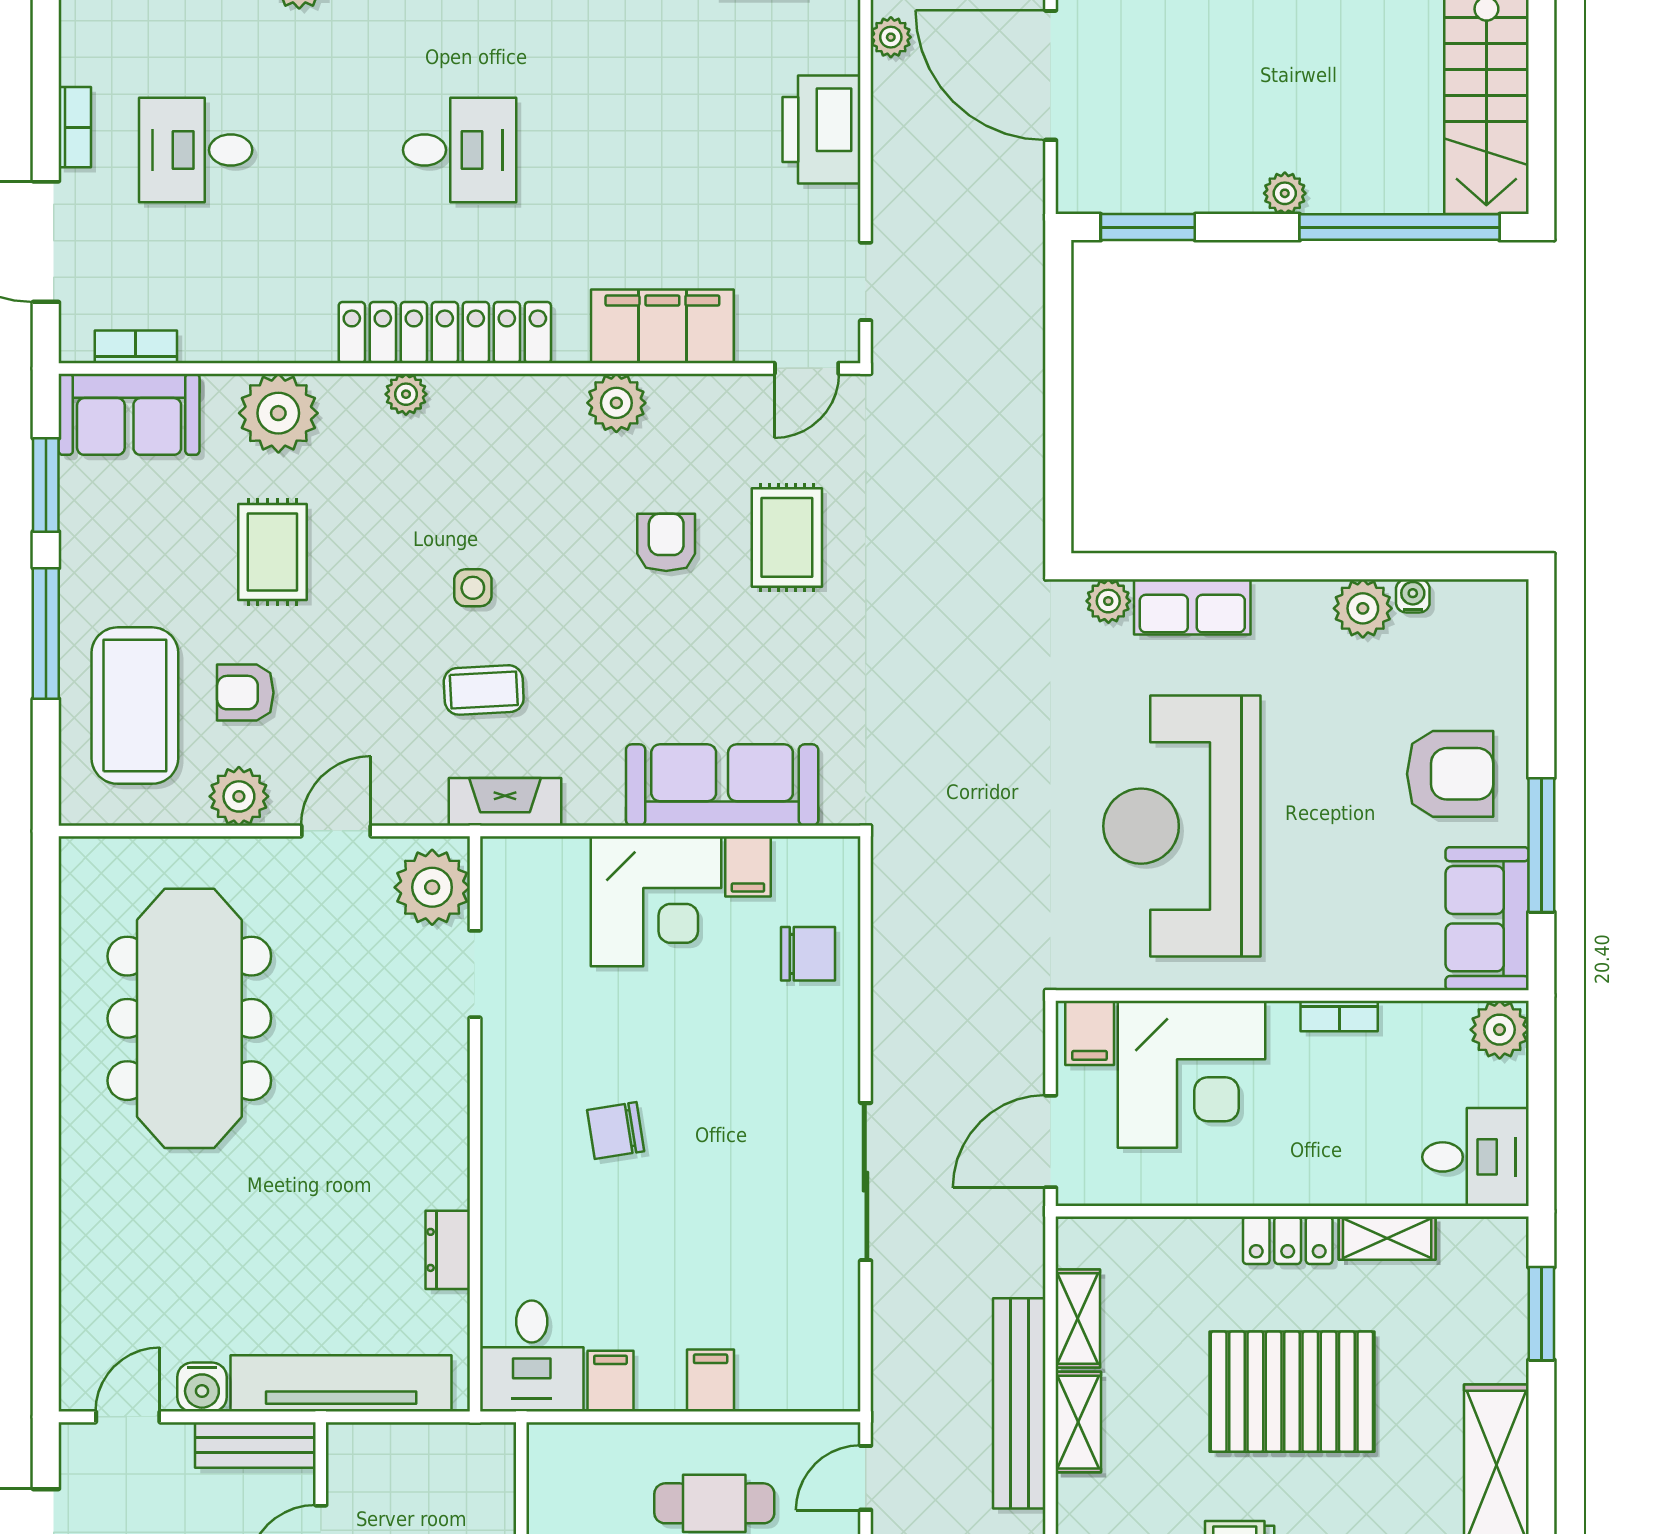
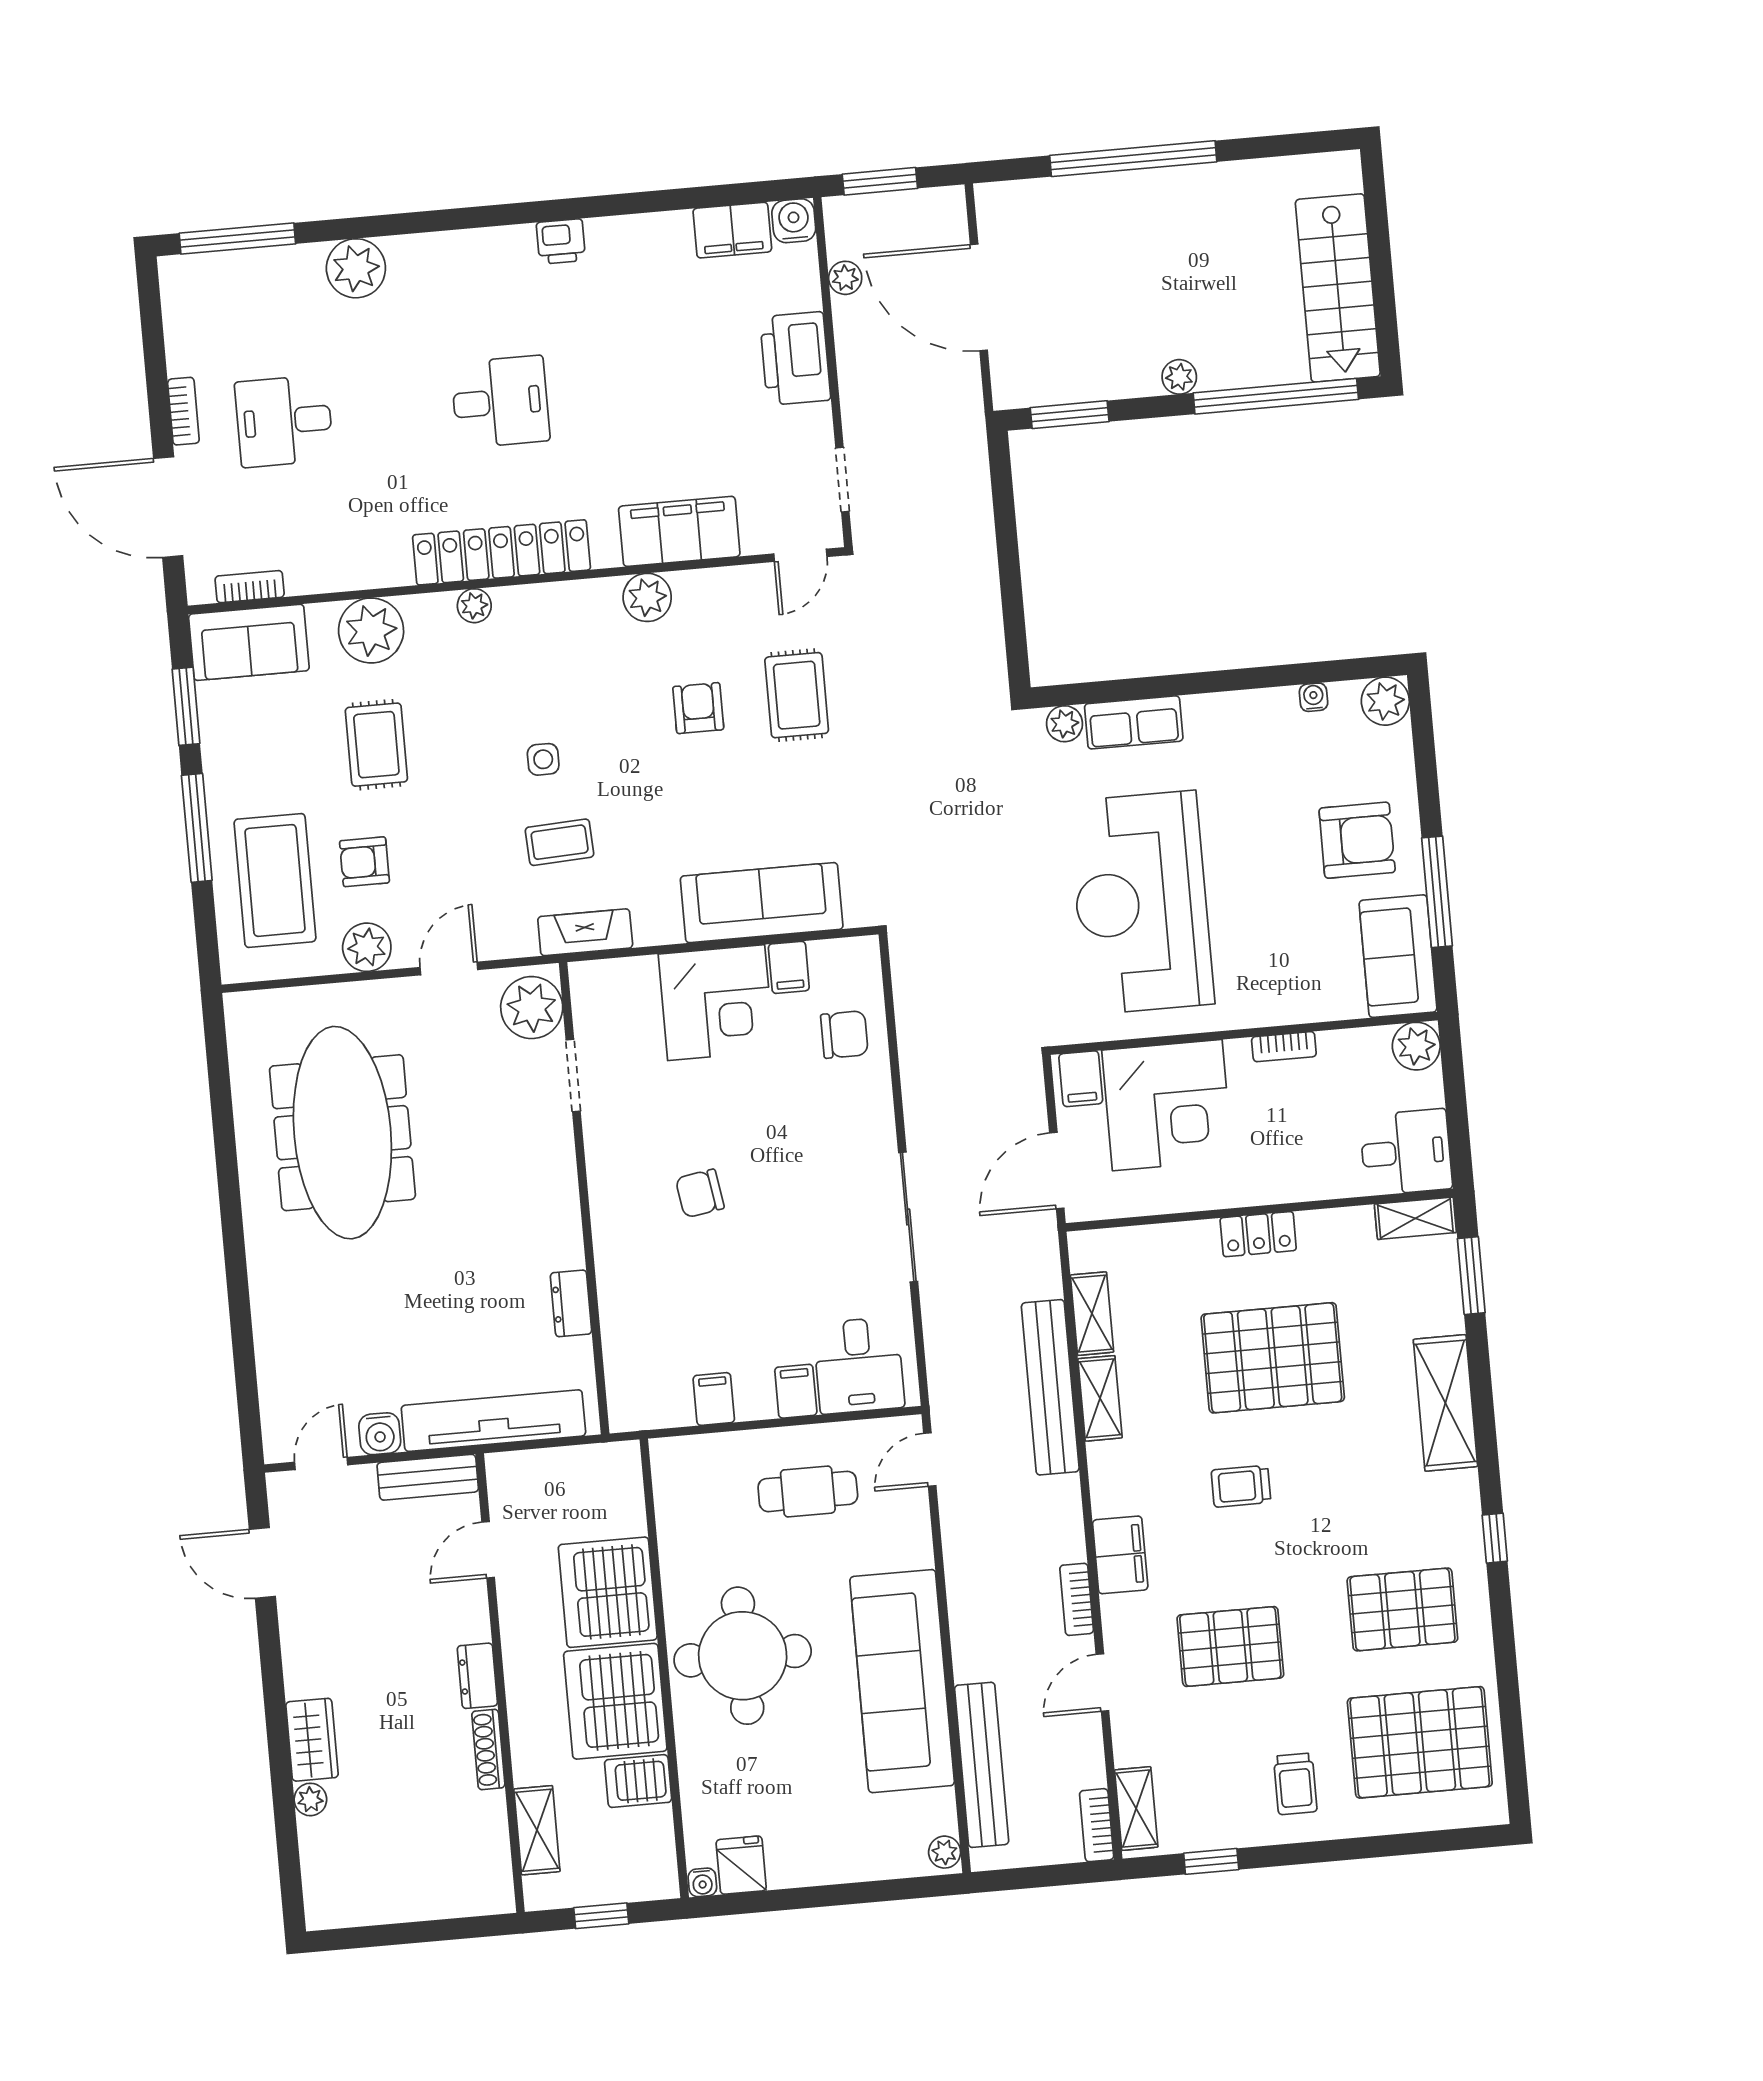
plant: (1363, 608) -> (1385, 701), moved
shelving: (1387, 1238) -> (1415, 1218), moved
desk: (532, 1356) -> (859, 1365), moved

